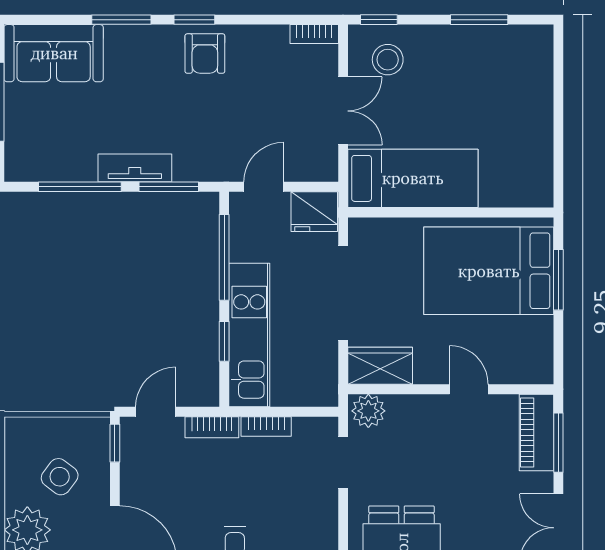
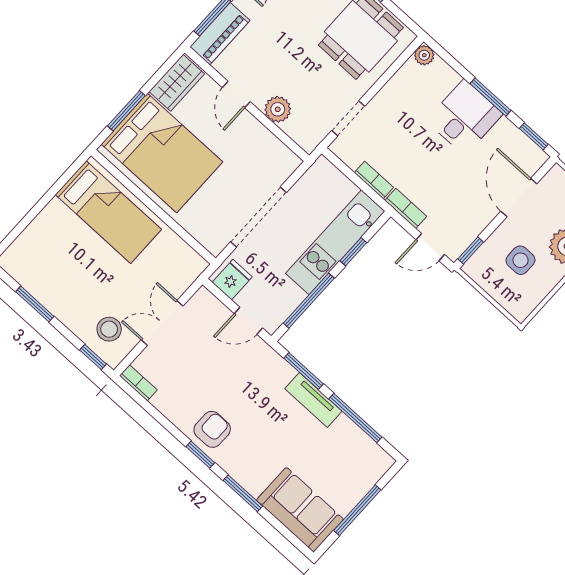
bed: (413, 178) -> (108, 212), moved, turned 180
fridge: (314, 212) -> (232, 280), width x0.72
wardrobe: (380, 366) -> (177, 83), moved, turned -90
plant: (368, 411) -> (278, 109), moved
side table: (60, 477) -> (521, 260), turned -37

